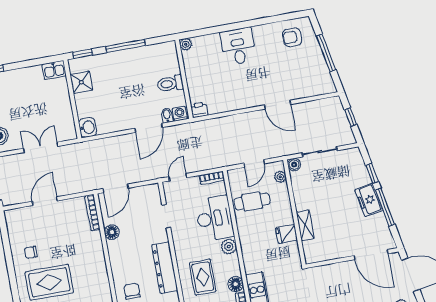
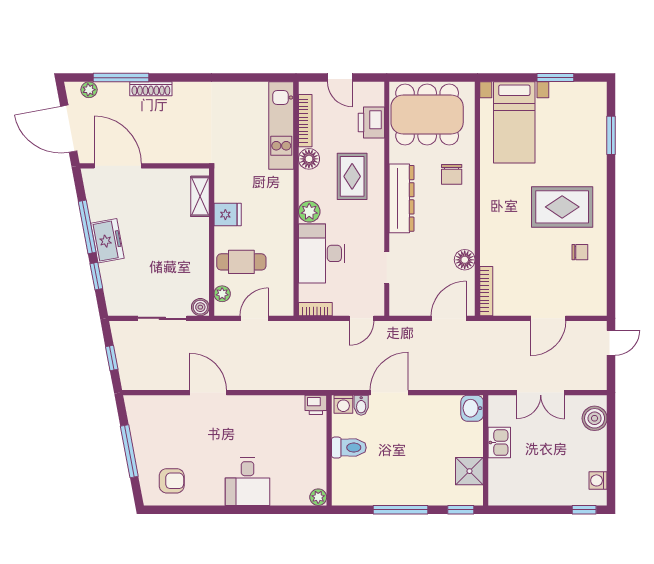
kitchen sink: (54, 70) -> (499, 443), moved, turned 90
cafe table: (252, 201) -> (241, 262), moved
shelving: (305, 225) -> (200, 196), moved

